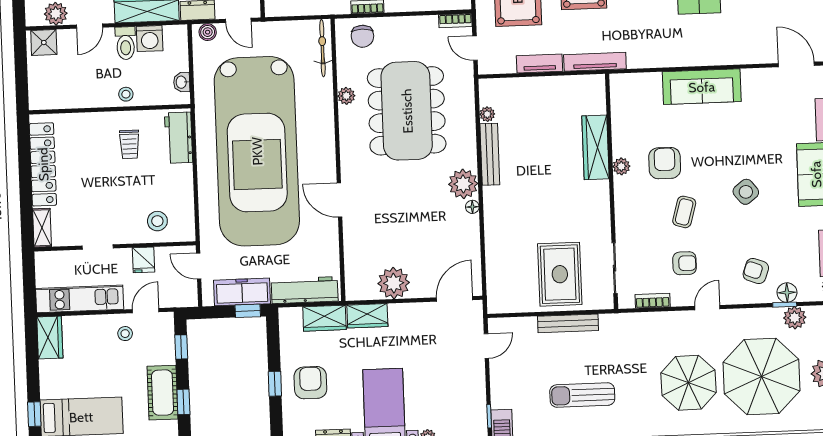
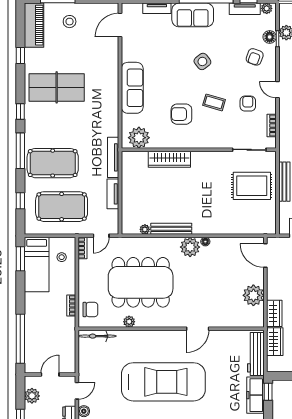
car: (257, 151) -> (163, 382), width x0.73, depth x0.67
plant: (621, 166) -> (139, 138), moved, width x1.87, depth x1.87

